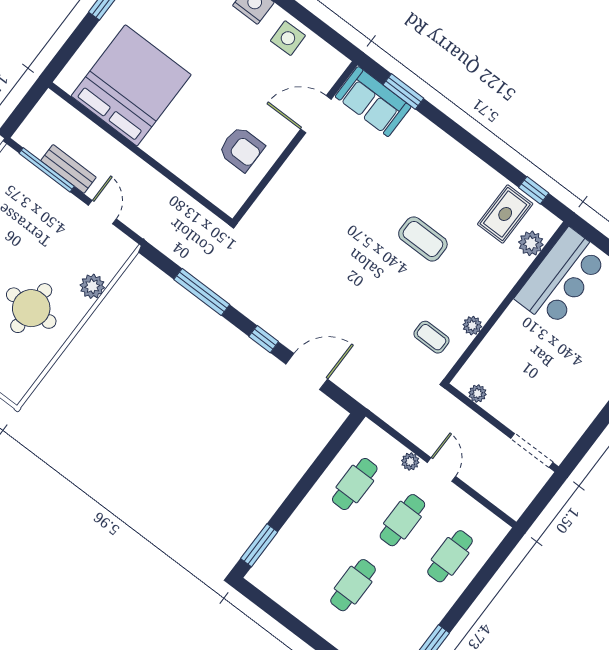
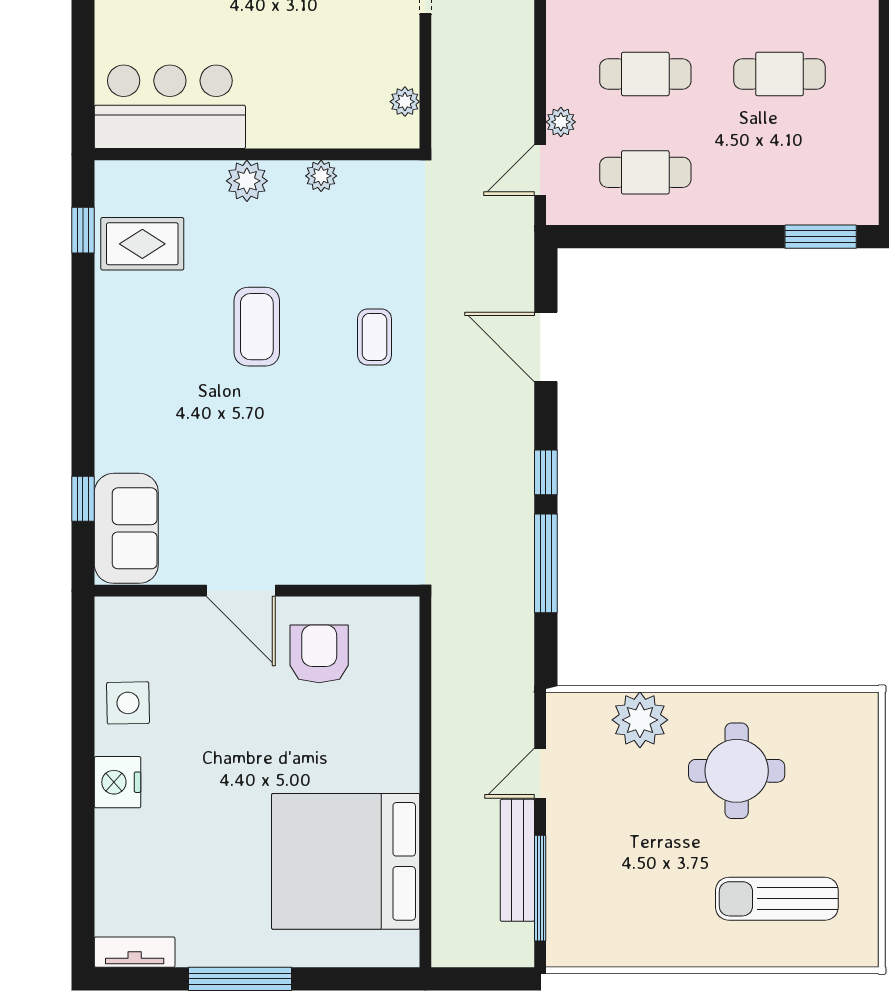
window: (403, 91) -> (83, 499), width x0.67
door: (316, 114) -> (241, 591), moved
bench: (68, 169) -> (517, 860), width x1.36
plant: (531, 243) -> (247, 181), moved
plant: (92, 286) -> (640, 720), width x1.36, depth x1.36
coffee table: (431, 337) -> (375, 337), moved
window: (264, 339) -> (546, 472), moved
door: (441, 470) -> (540, 170), moved

